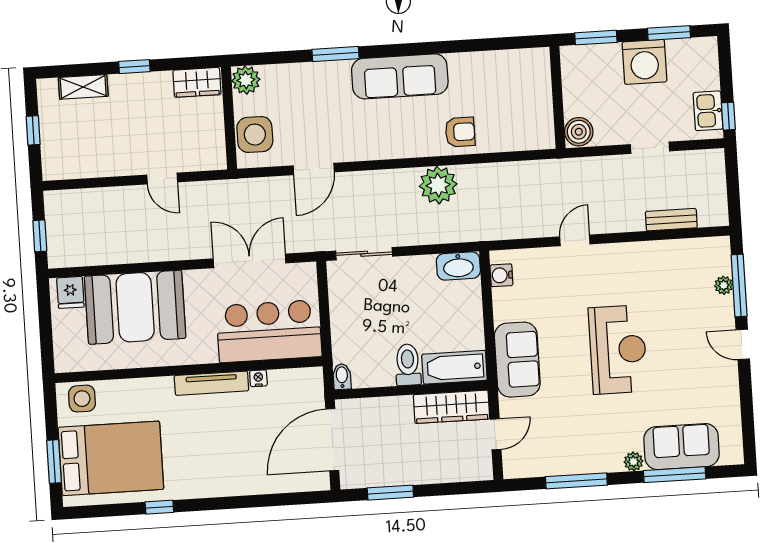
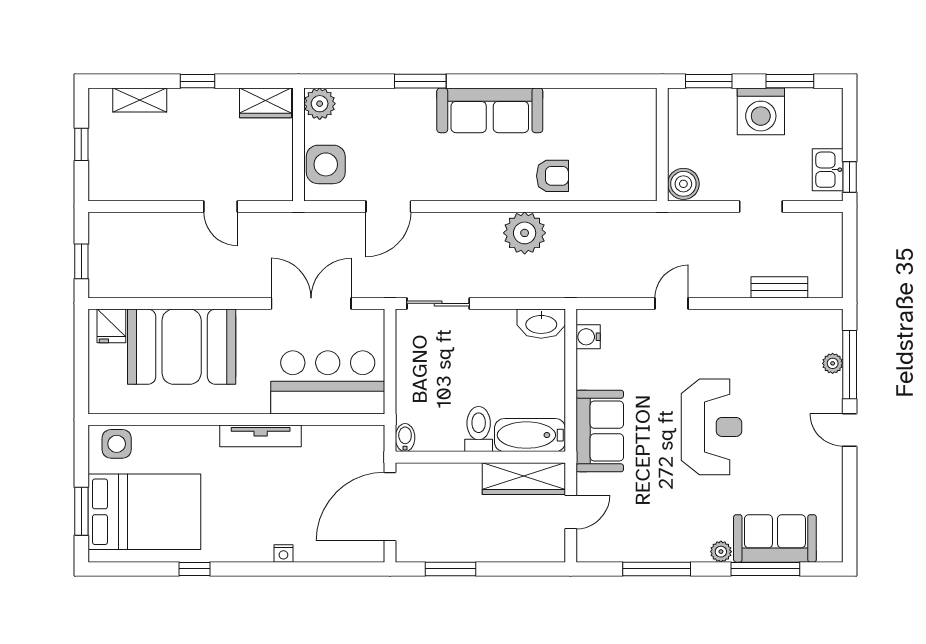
nightstand: (258, 378) -> (283, 553), moved, turned 180

